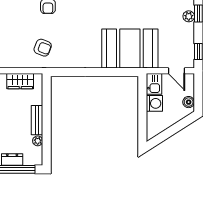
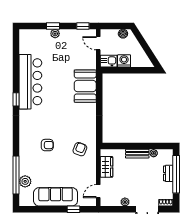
booth: (130, 49) -> (85, 86), width x0.73, depth x0.70
door: (177, 71) -> (98, 43), swing flipped

